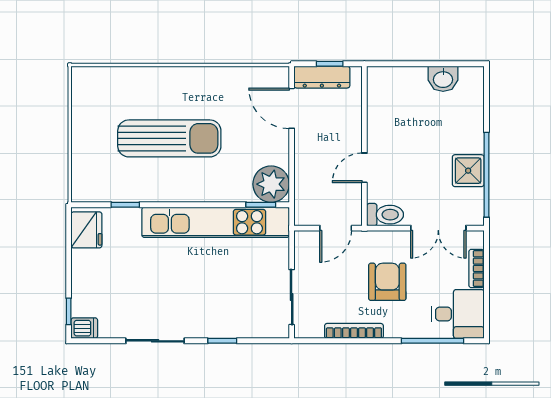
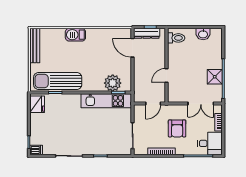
barbecue: (169, 80) -> (75, 35), added
bench: (81, 103) -> (35, 45), added
sun lounger: (169, 138) -> (58, 81), moved, turned 180
plant: (271, 184) -> (113, 83), moved
toilet: (385, 215) -> (176, 38), moved
kitchen unit: (216, 222) -> (106, 101), width x0.73
armchair: (387, 282) -> (177, 128), turned 180

